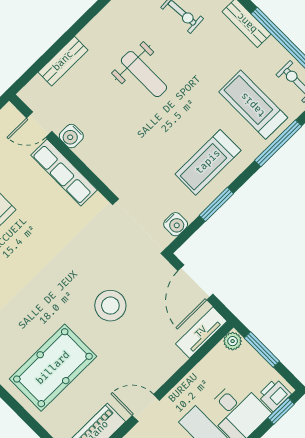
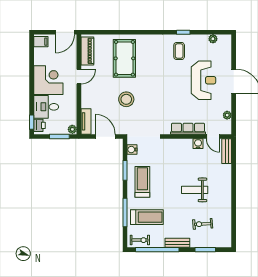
bench: (63, 61) -> (227, 151), moved
door: (39, 125) -> (213, 137), swing flipped

